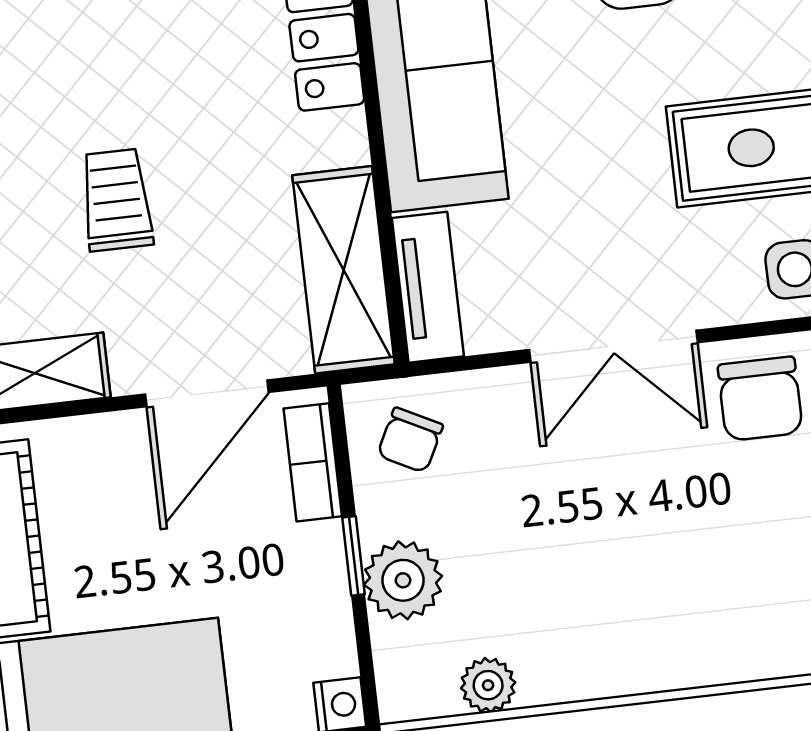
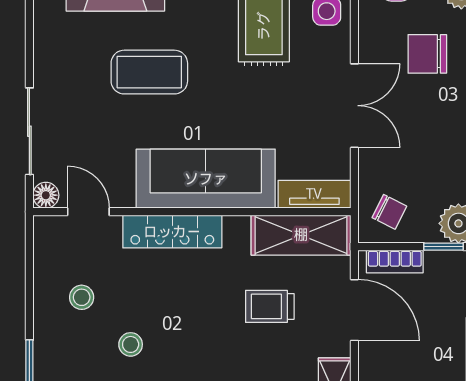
trolley: (116, 200) -> (270, 306), moved
chair: (760, 399) -> (427, 54), moved, turned 180

